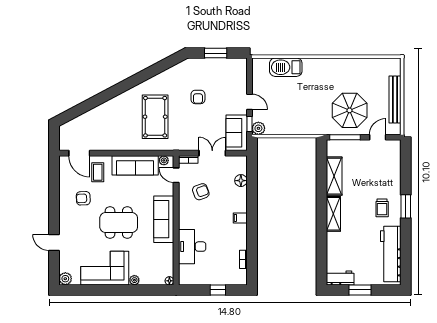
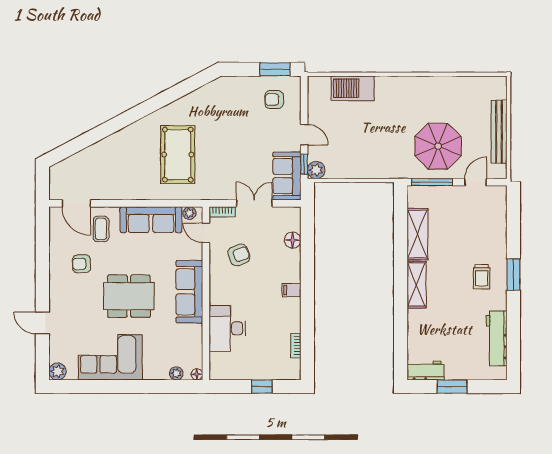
window: (216, 53) -> (275, 69), moved
armchair: (198, 97) -> (274, 100), moved, turned 90
workbench: (391, 254) -> (497, 338), width x0.73, depth x0.76
plant: (134, 280) -> (176, 373), moved

